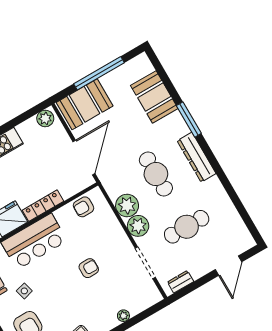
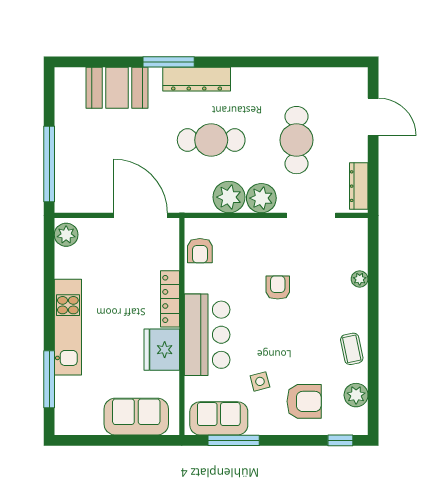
window: (99, 73) -> (49, 164), moved
booth: (85, 104) -> (77, 177), removed
dresser: (196, 157) -> (197, 79), moved
dresser: (181, 282) -> (359, 186), width x1.44

